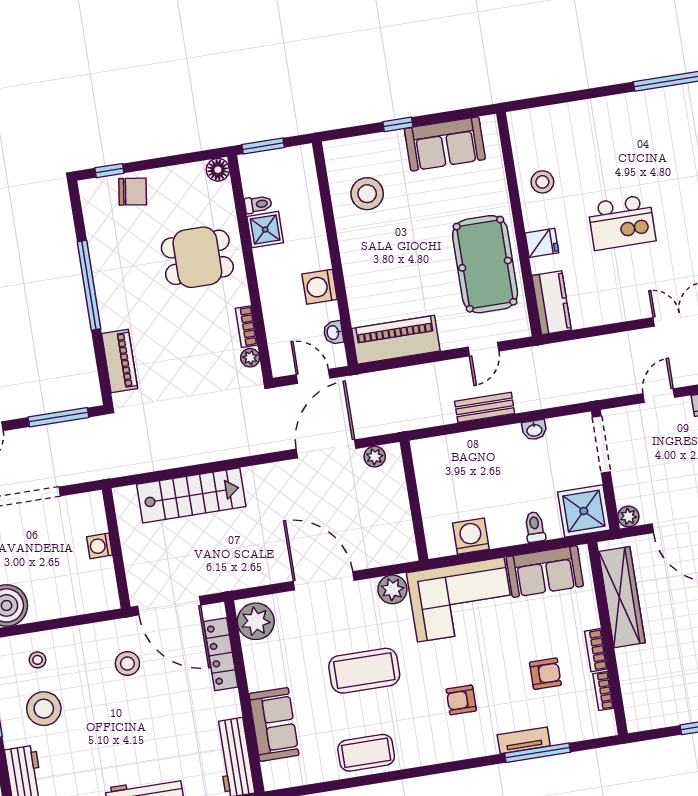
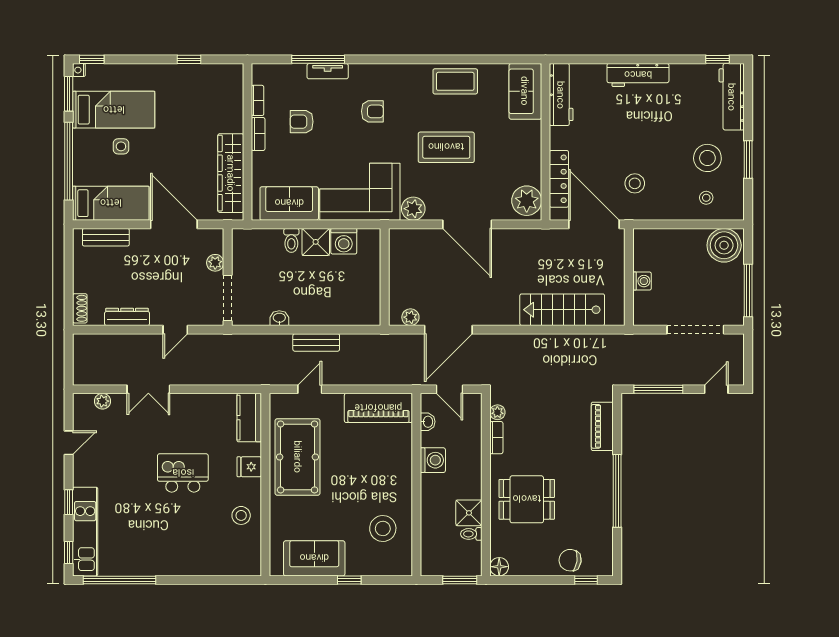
shower: (584, 511) -> (316, 242), moved, width x0.73, depth x0.73
plant: (628, 516) -> (215, 263), moved
sofa: (274, 724) -> (525, 91), moved

